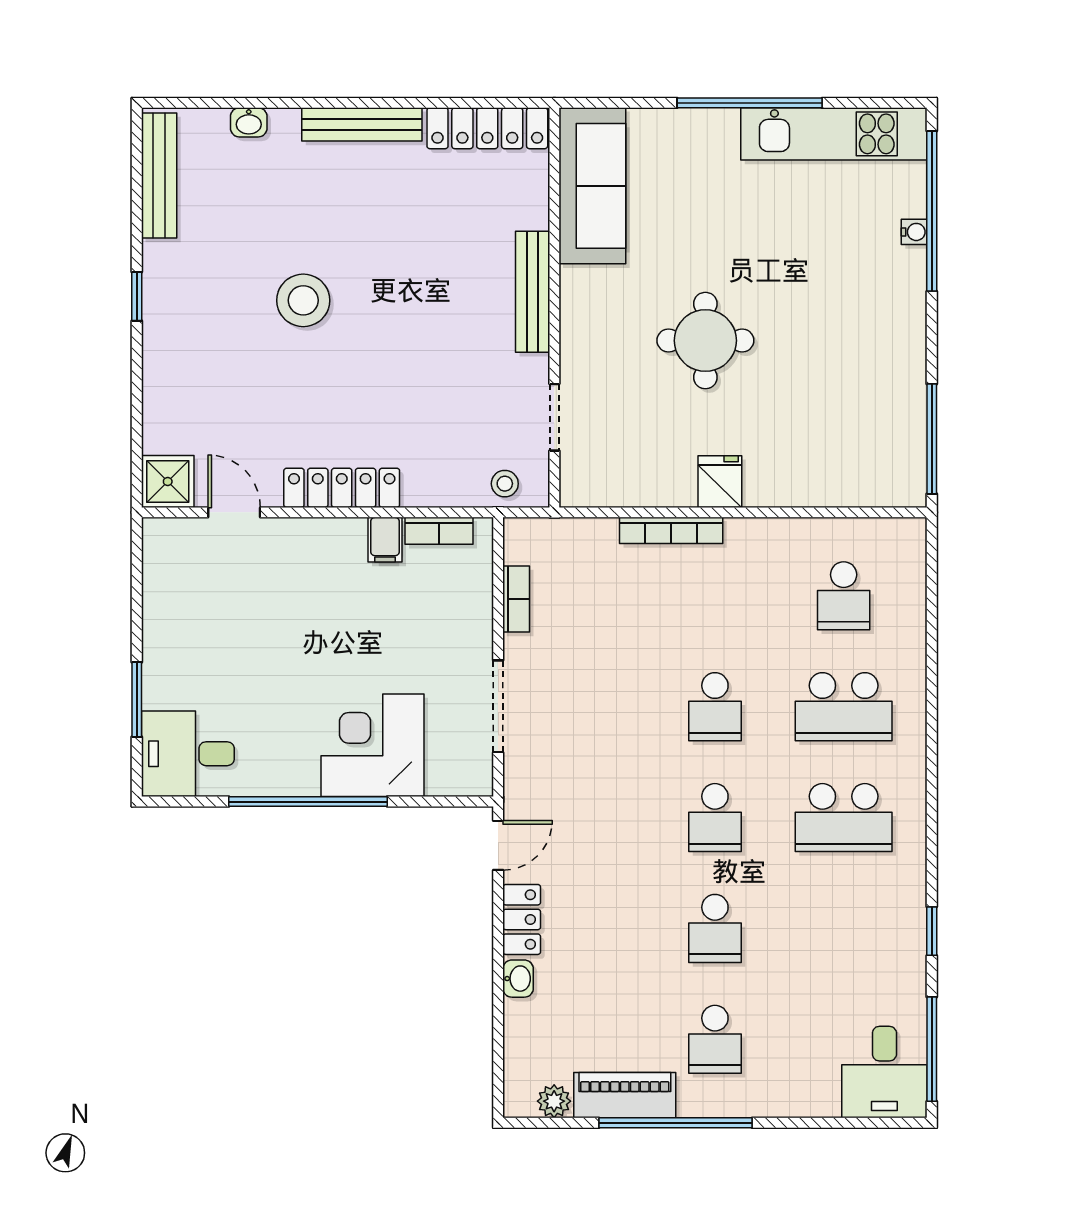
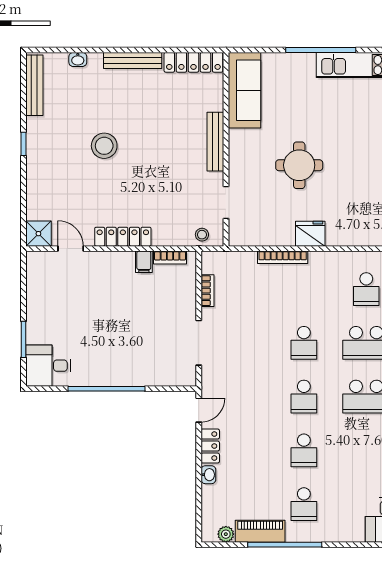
fridge: (720, 482) -> (310, 234), width x1.38
corner desk: (372, 745) -> (138, 362), removed

